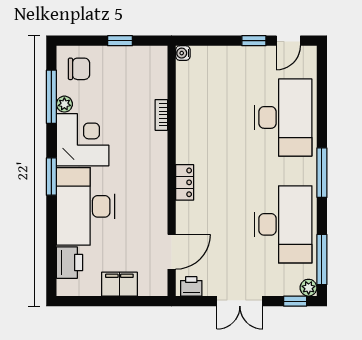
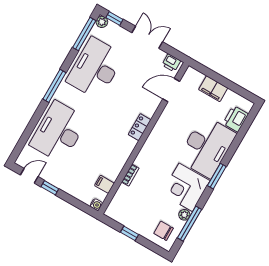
filing cabinet: (187, 85) -> (104, 184), added

